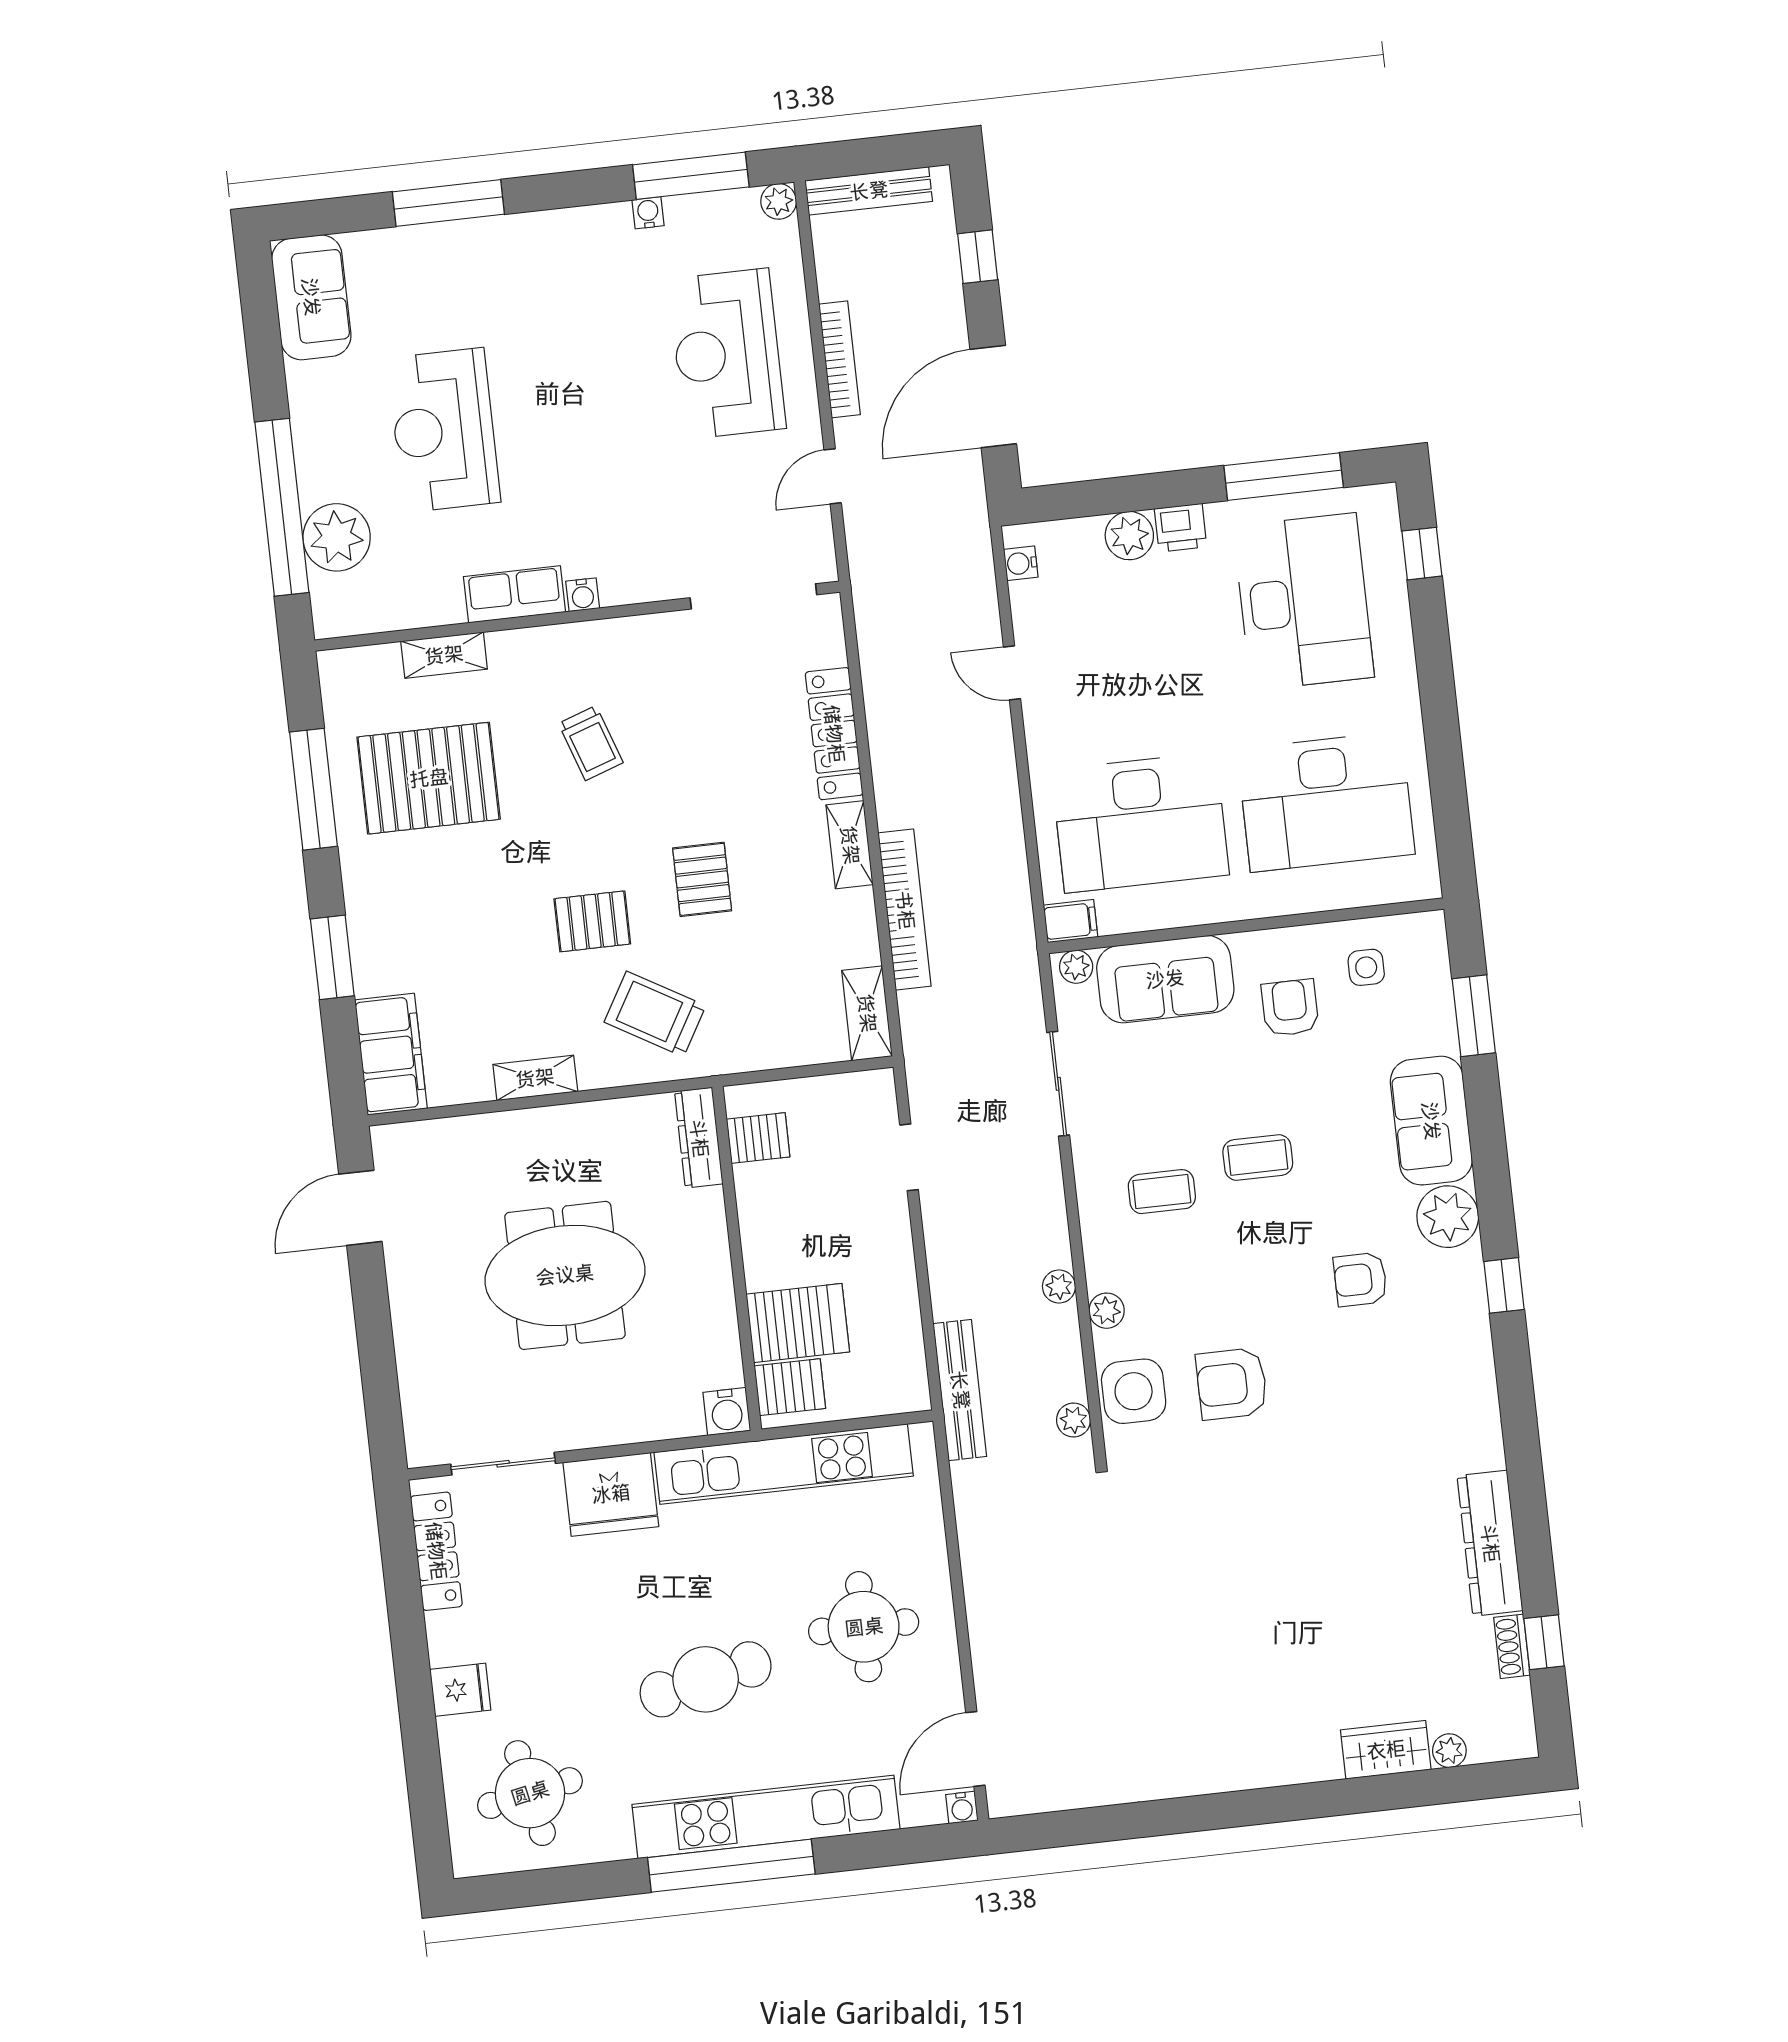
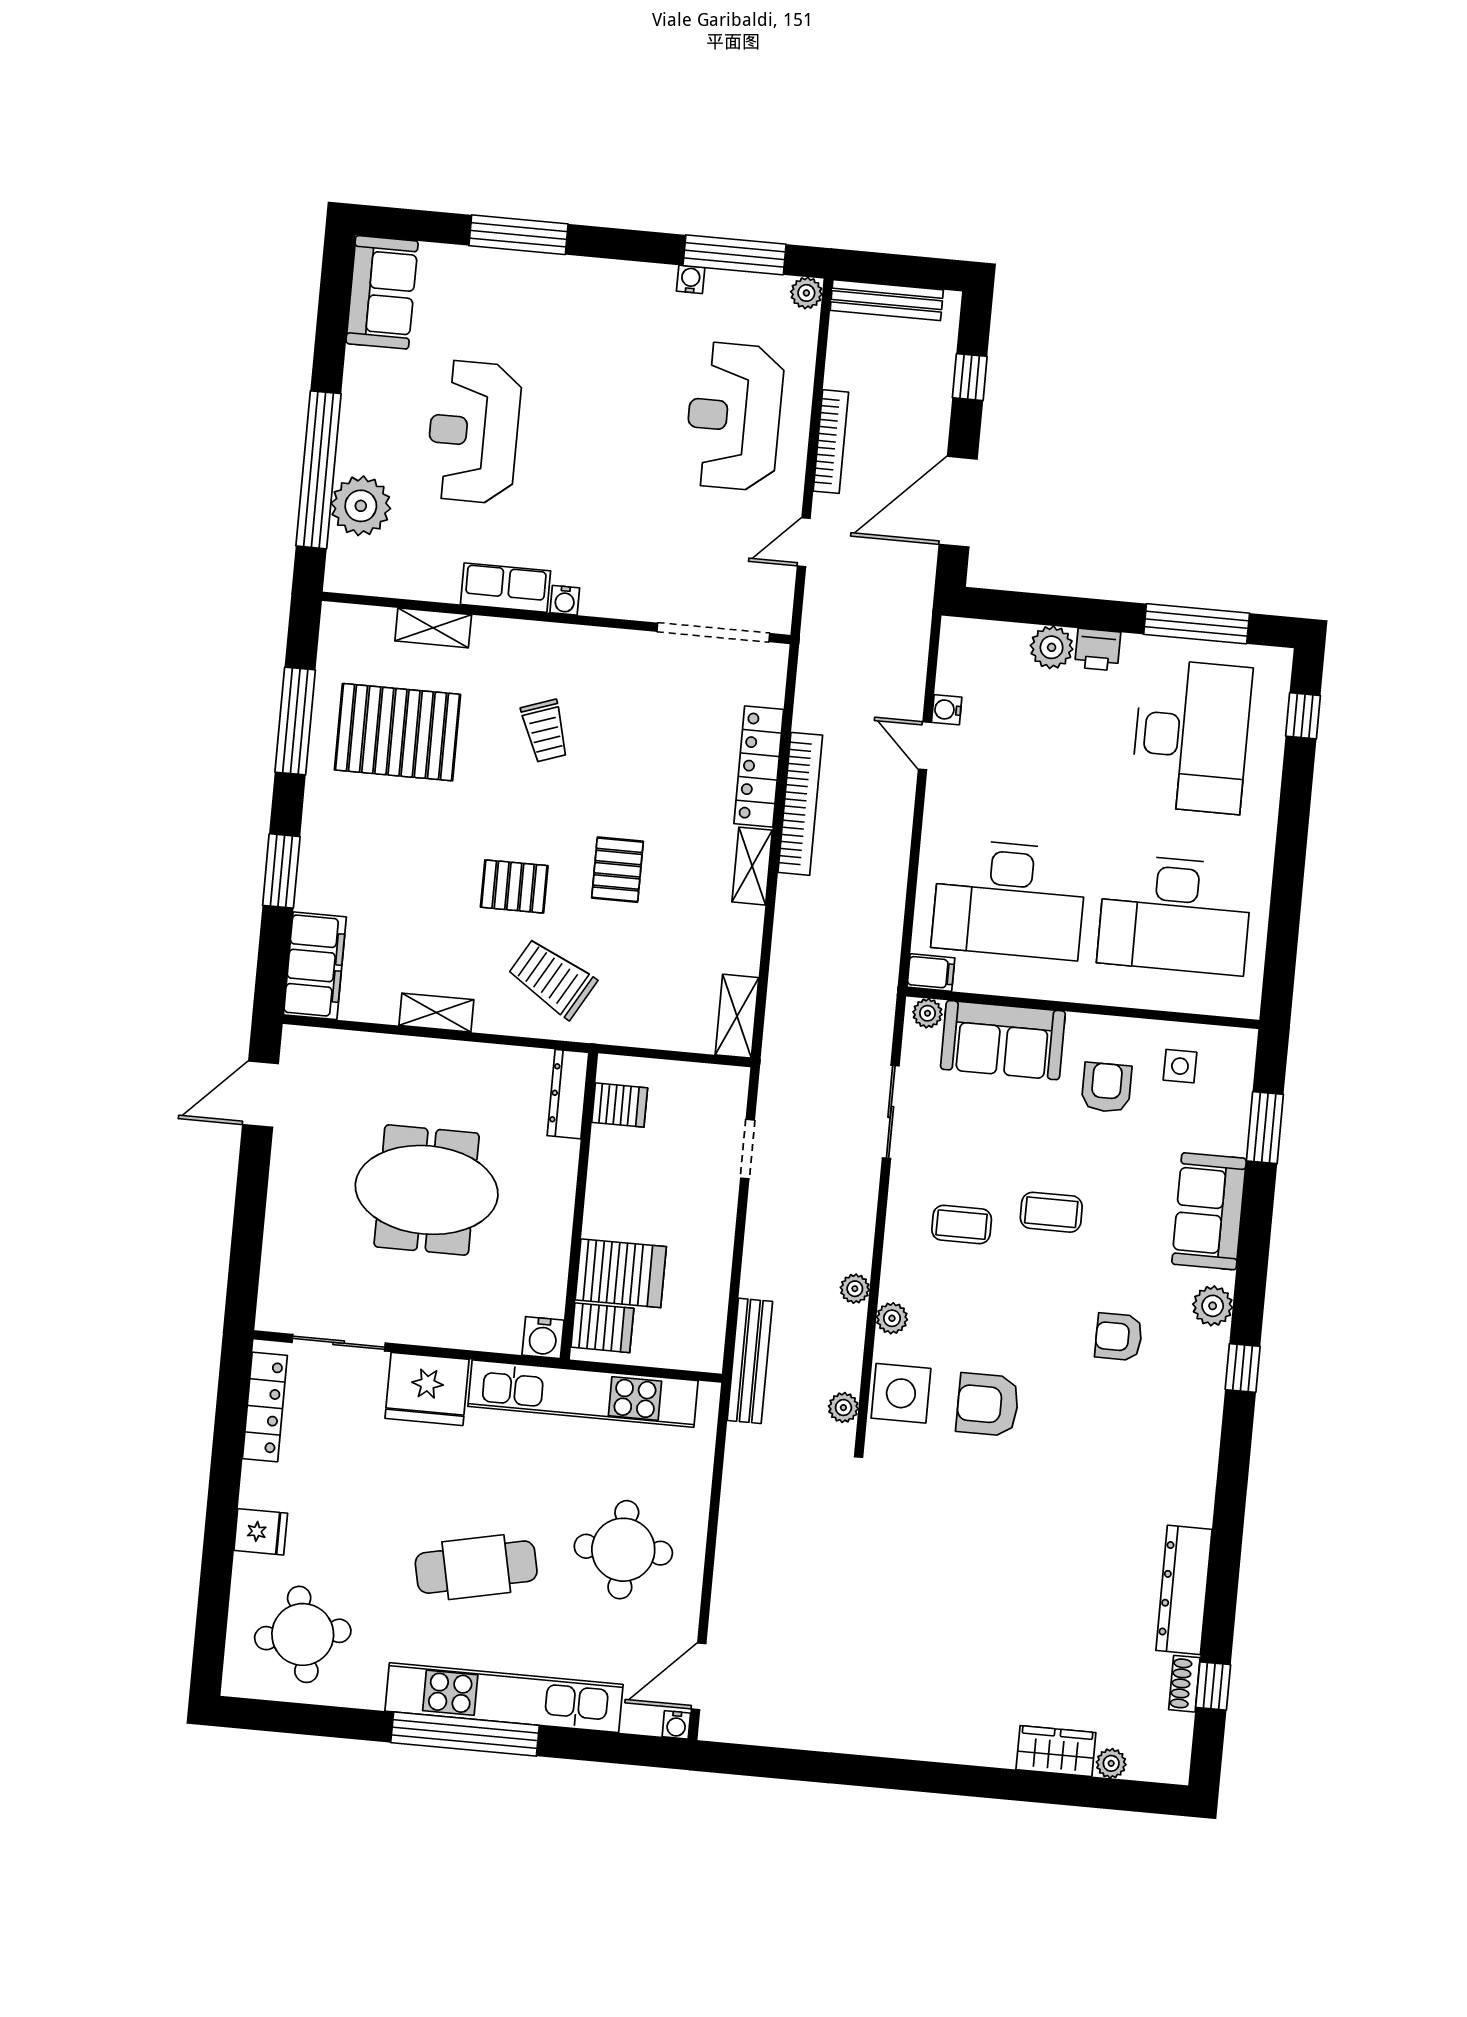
water cooler: (1021, 563) -> (947, 710), moved
bookcase: (905, 910) -> (800, 804), moved
plant: (1448, 1217) -> (1213, 1306), width x0.73, depth x0.73

